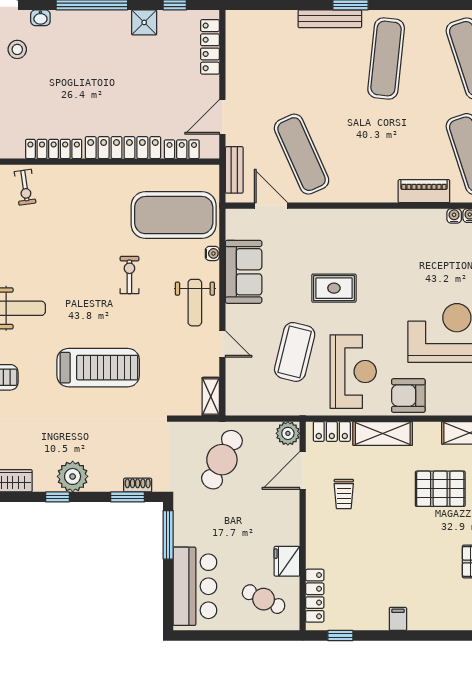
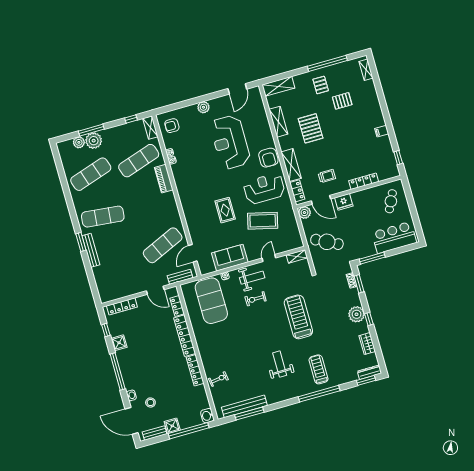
exercise bike: (129, 275) -> (256, 299), moved
fridge: (287, 561) -> (344, 202), moved
locker: (315, 596) -> (364, 181), moved

